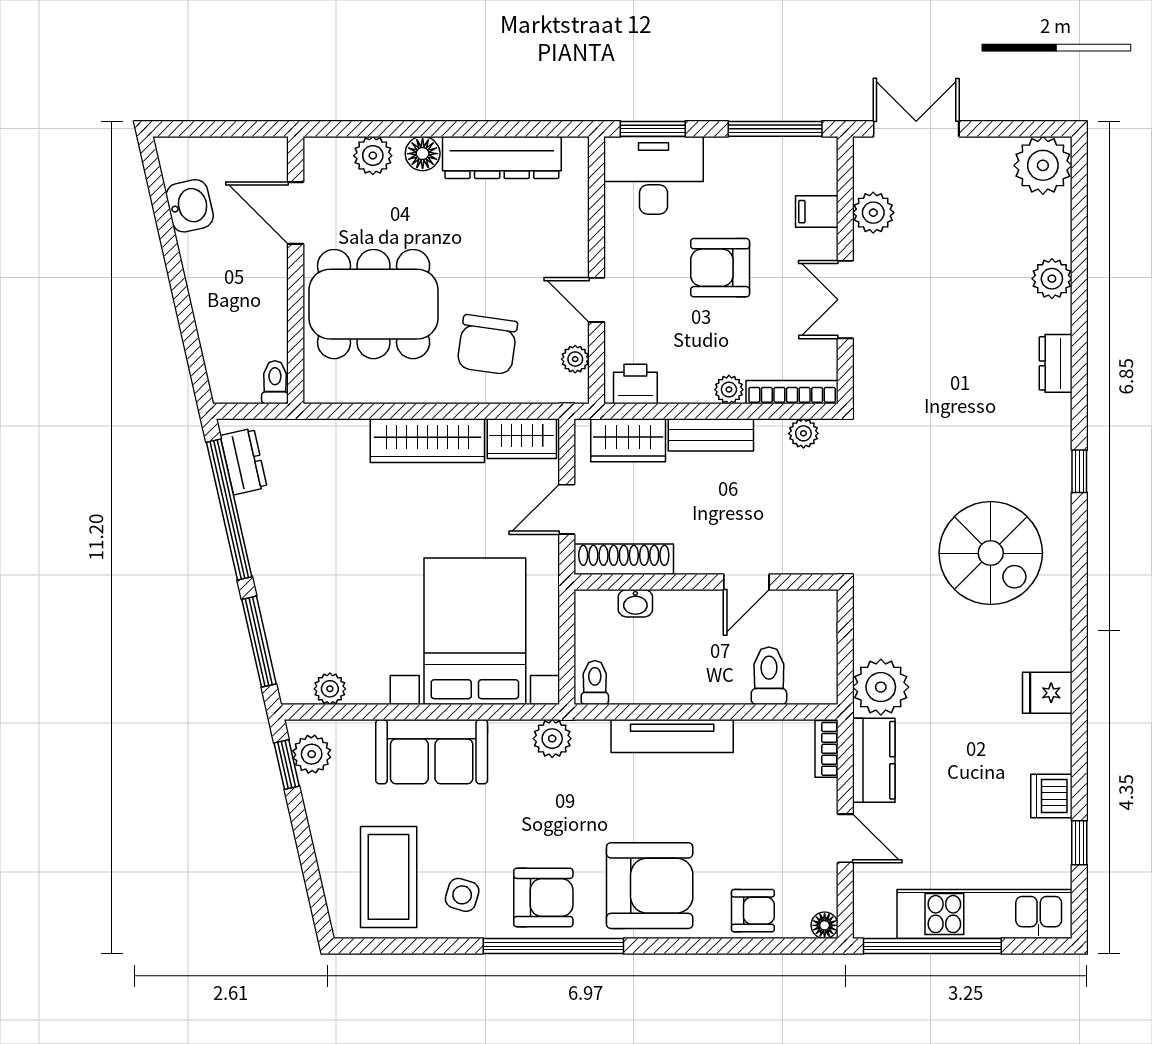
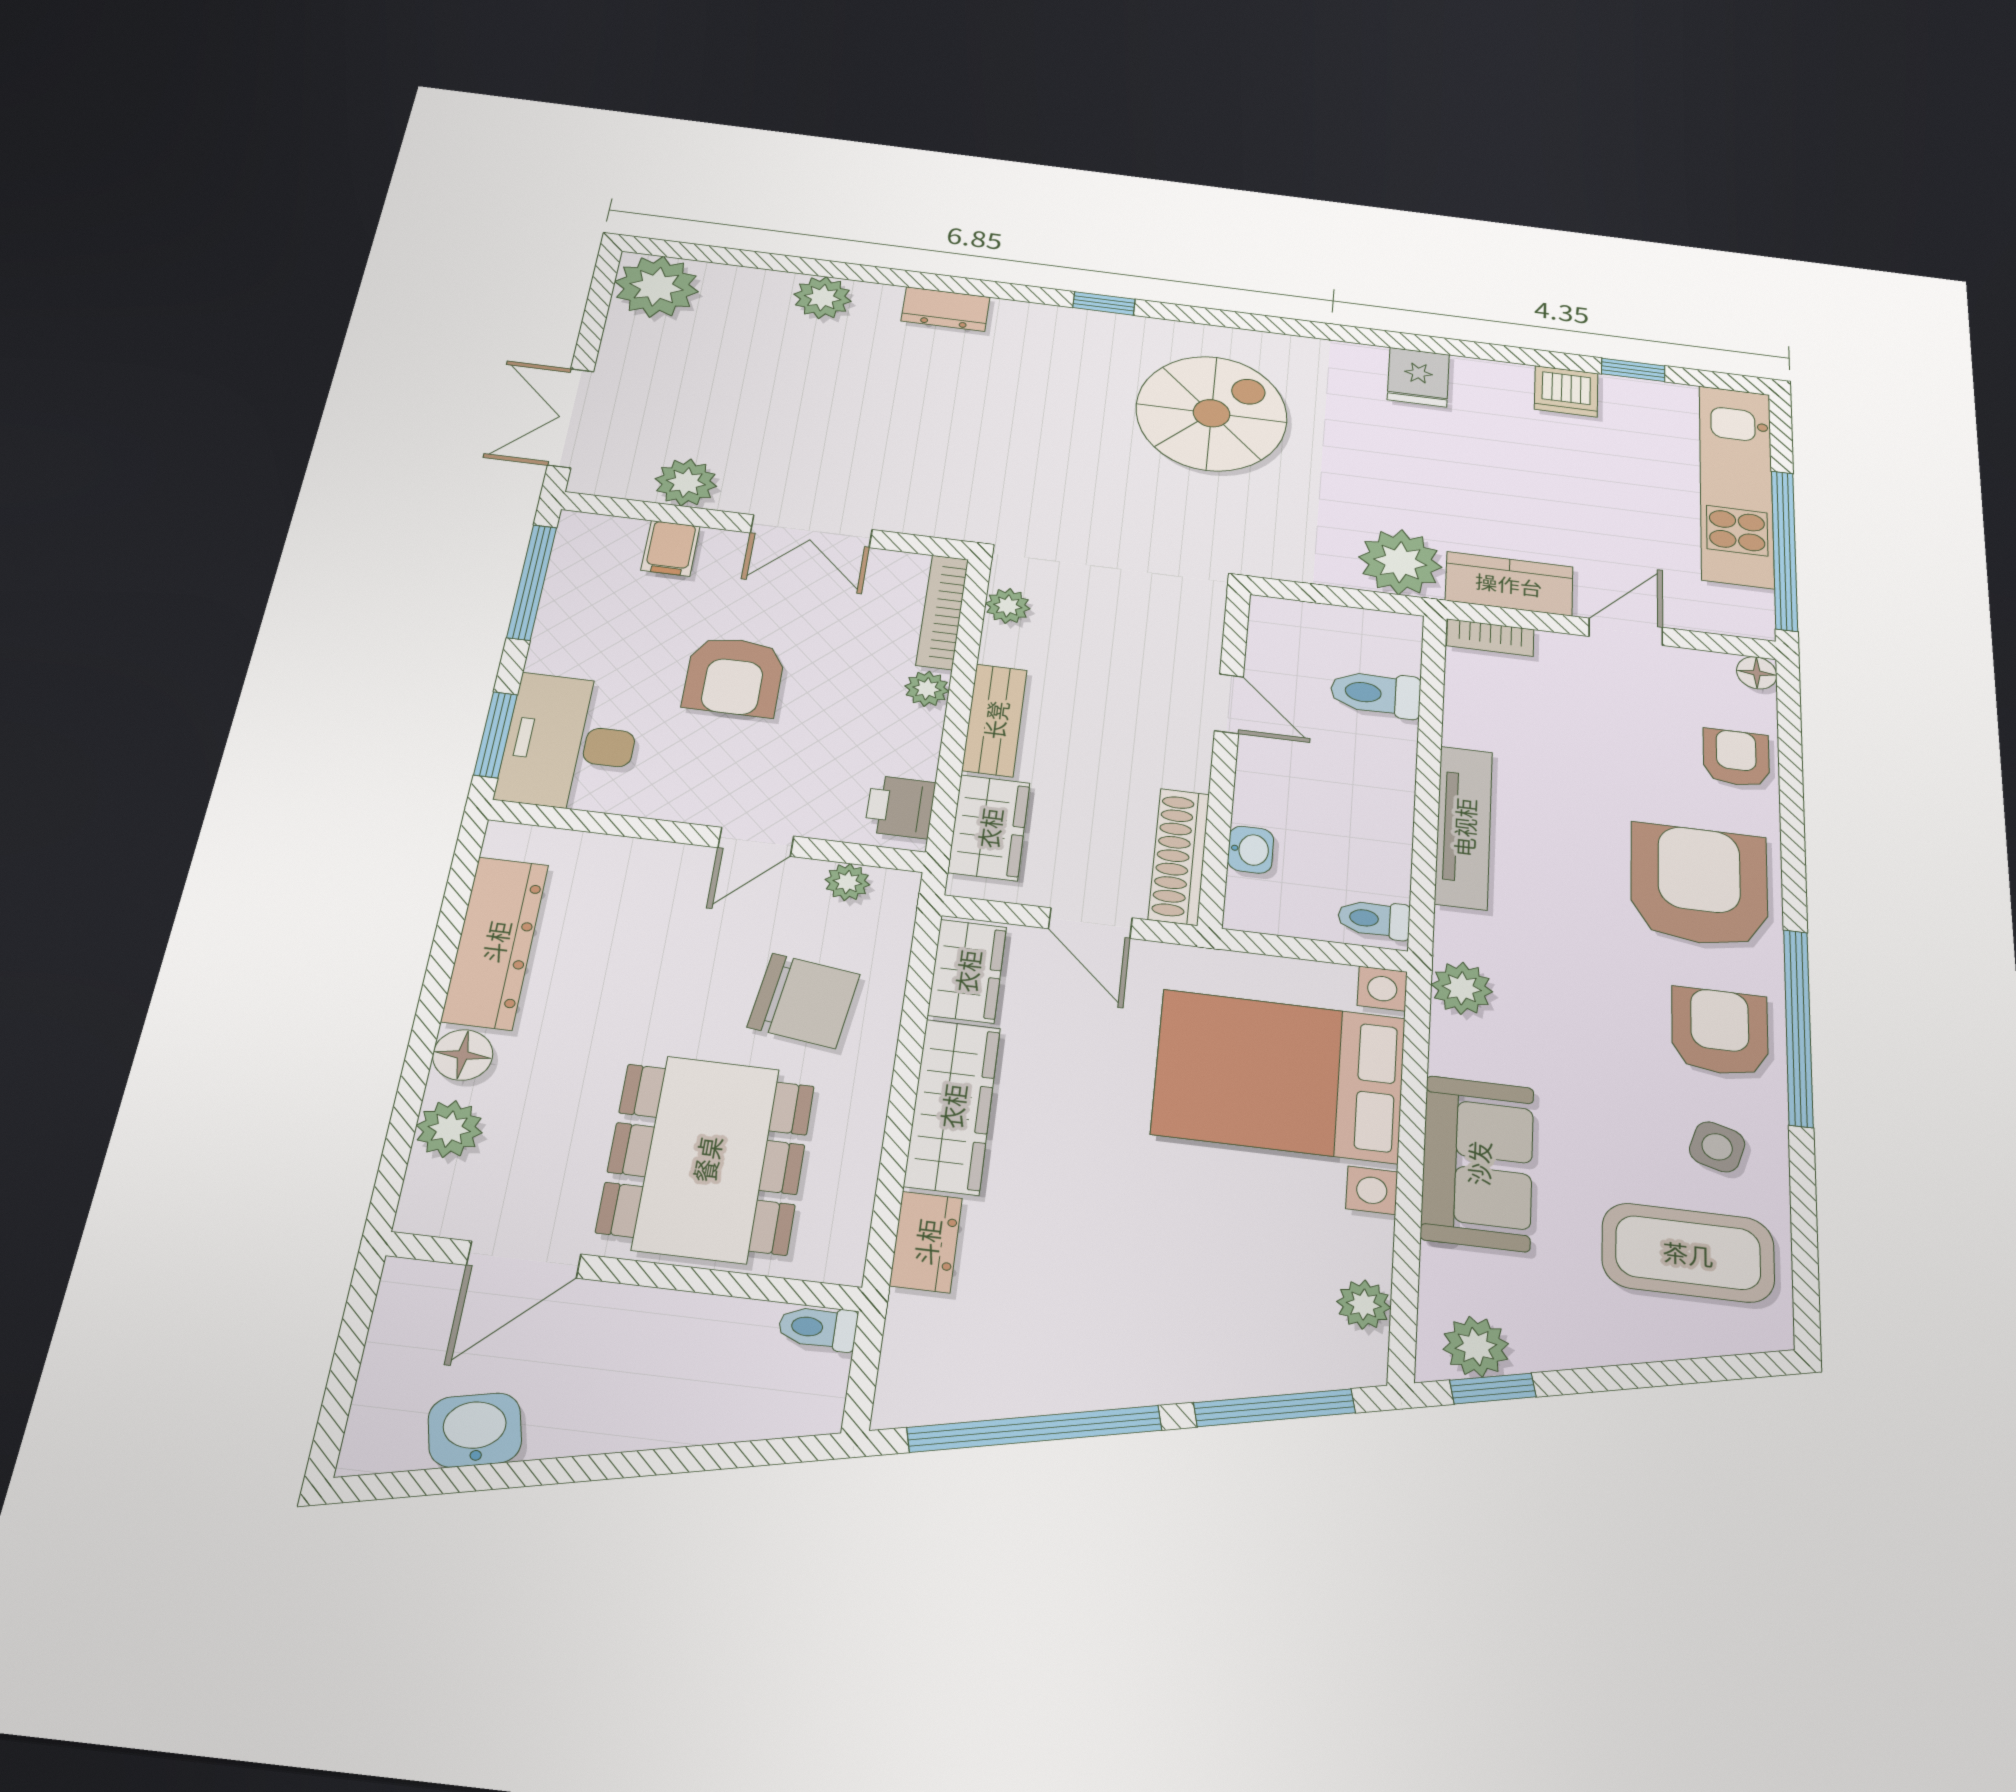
dresser: (244, 461) -> (926, 1242), moved, turned 103

